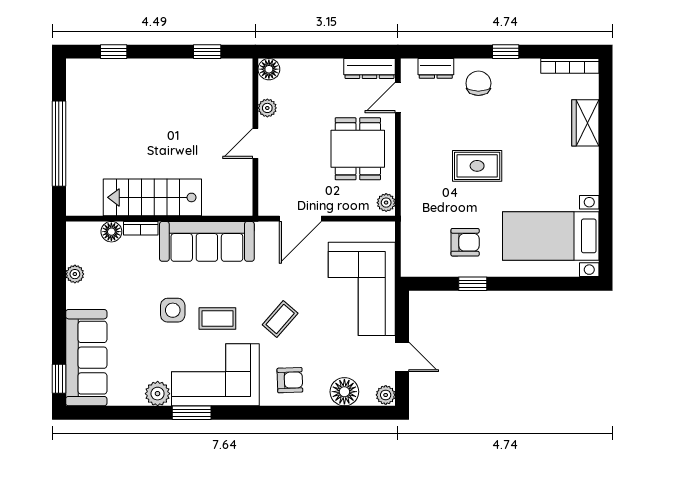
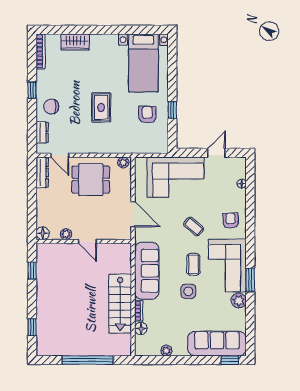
floor lamp: (344, 392) -> (242, 184), width x0.53, depth x0.53
plant: (386, 395) -> (240, 163), removed

